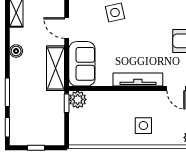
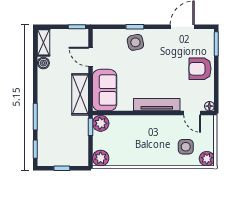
boiler: (16, 51) -> (43, 63), moved
side table: (143, 126) -> (186, 147), moved
plant: (78, 137) -> (101, 158), added

